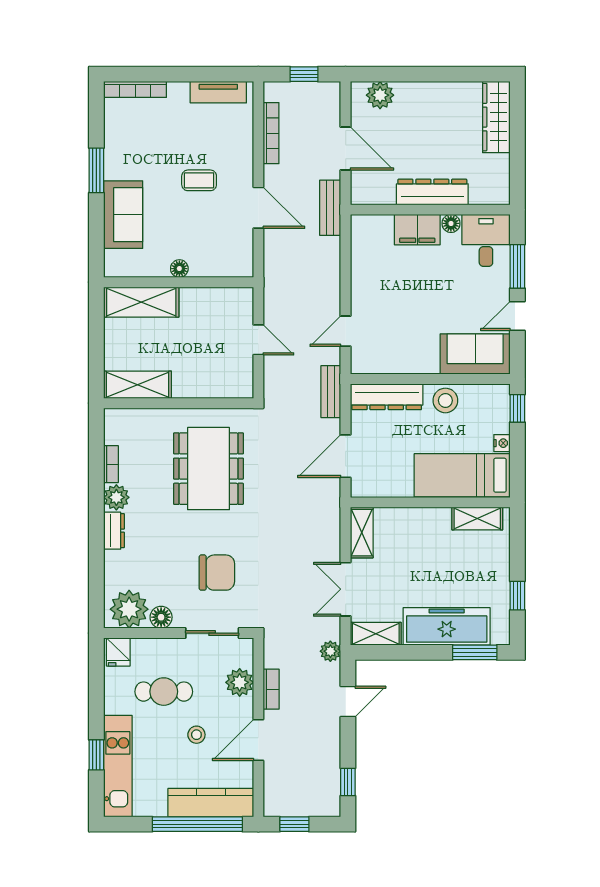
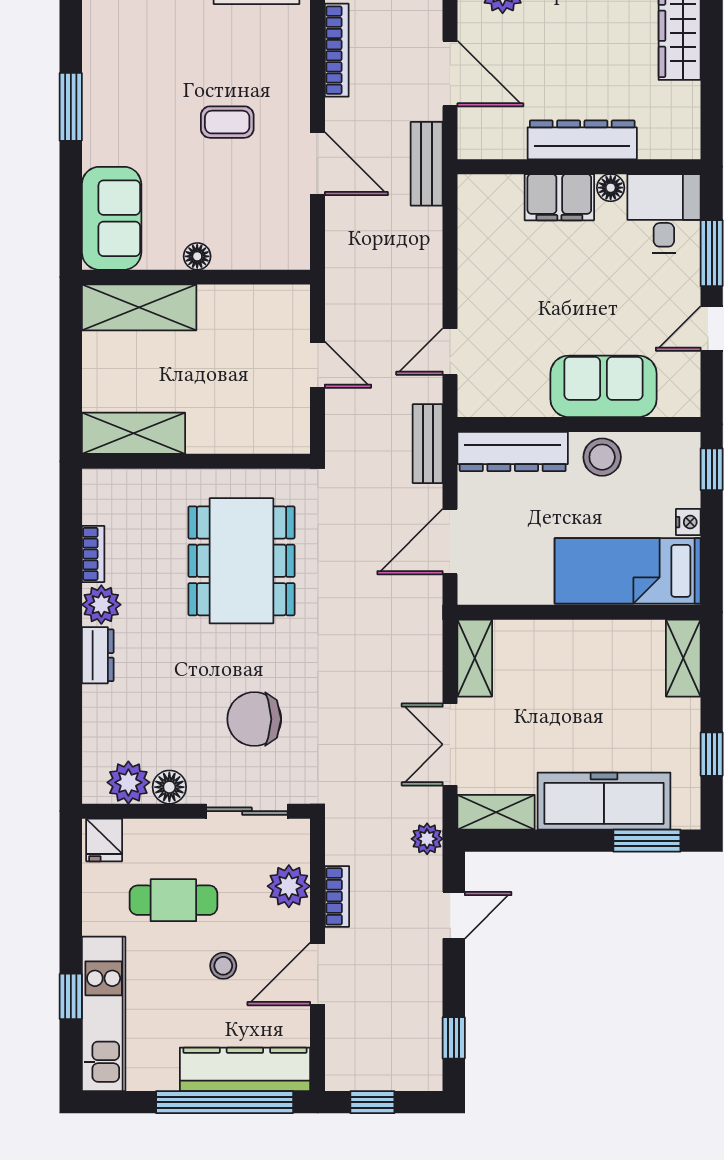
sofa: (123, 215) -> (112, 218), moved
sofa: (475, 354) -> (604, 386), moved
shelving: (477, 519) -> (683, 658), moved, turned 90
chair: (217, 573) -> (254, 719), turned 180
plant: (129, 609) -> (128, 782), width x0.73, depth x0.73

